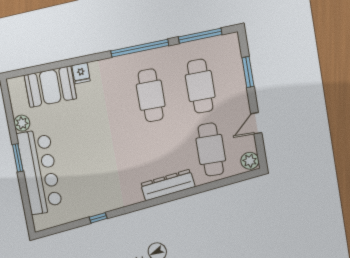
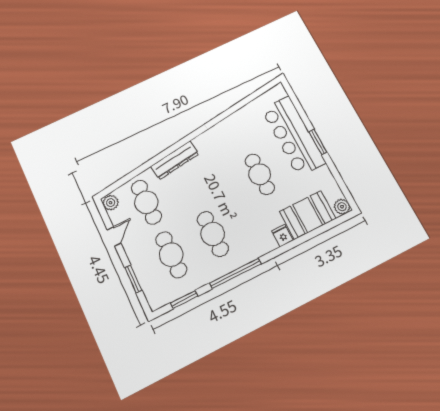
window: (200, 36) -> (184, 300), width x0.69
plant: (22, 123) -> (342, 207), moved
cafe table: (85, 143) -> (260, 174), added
window: (98, 218) -> (228, 113), removed

